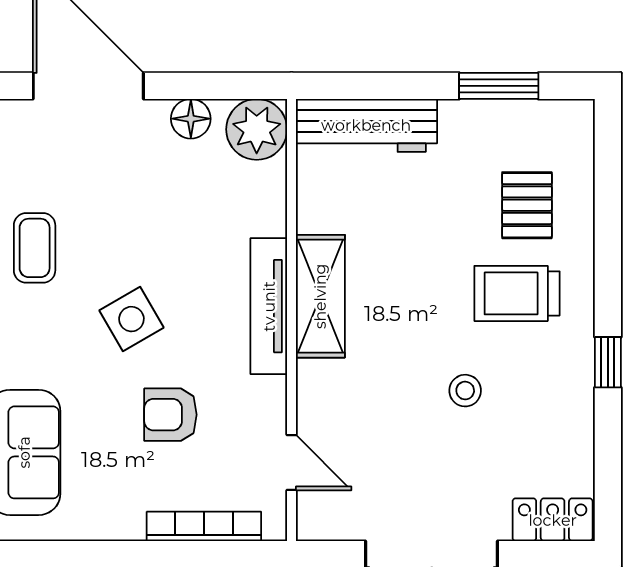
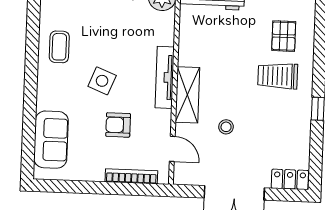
shelving: (320, 296) -> (187, 95), moved
side table: (131, 319) -> (102, 81), turned -38
stool: (465, 391) -> (226, 127), moved

